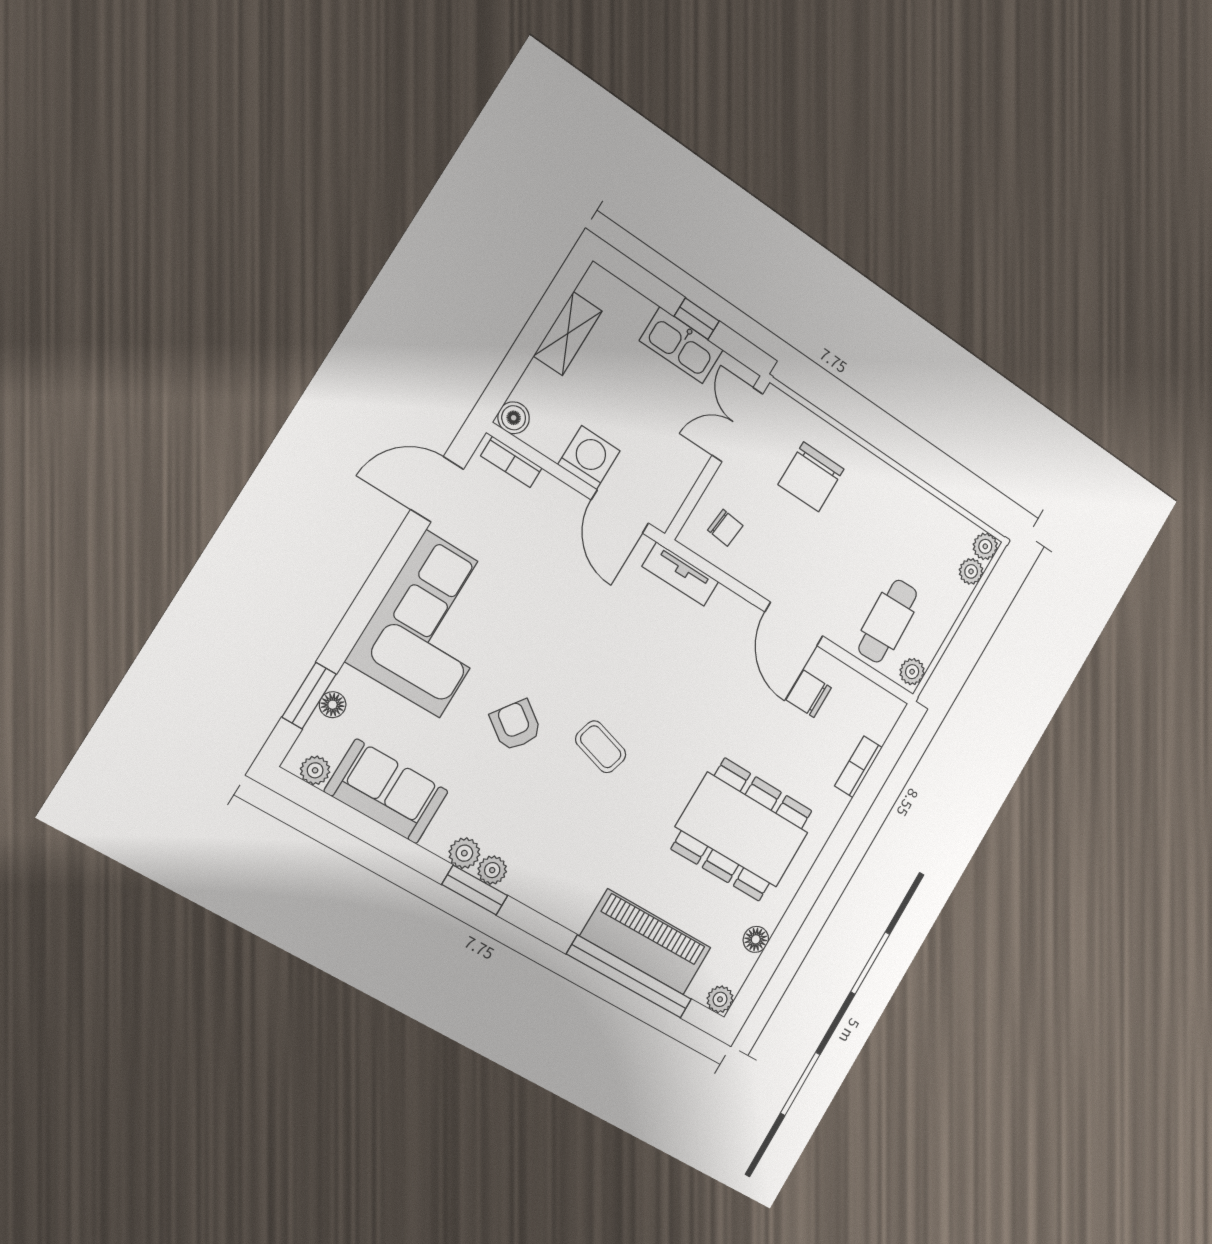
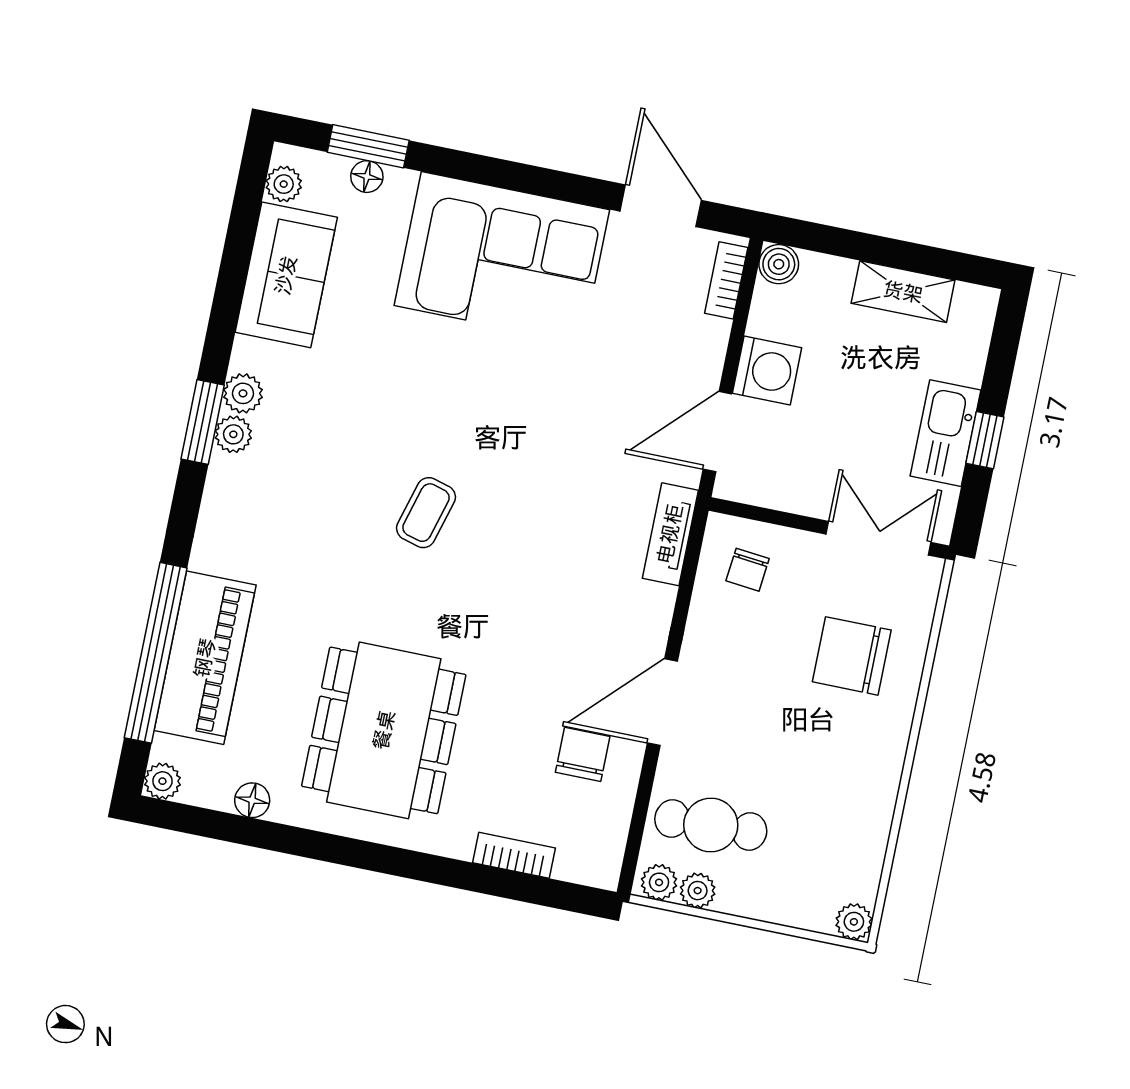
plant: (971, 571) -> (698, 891), moved
armchair: (516, 725) -> (417, 399), removed

